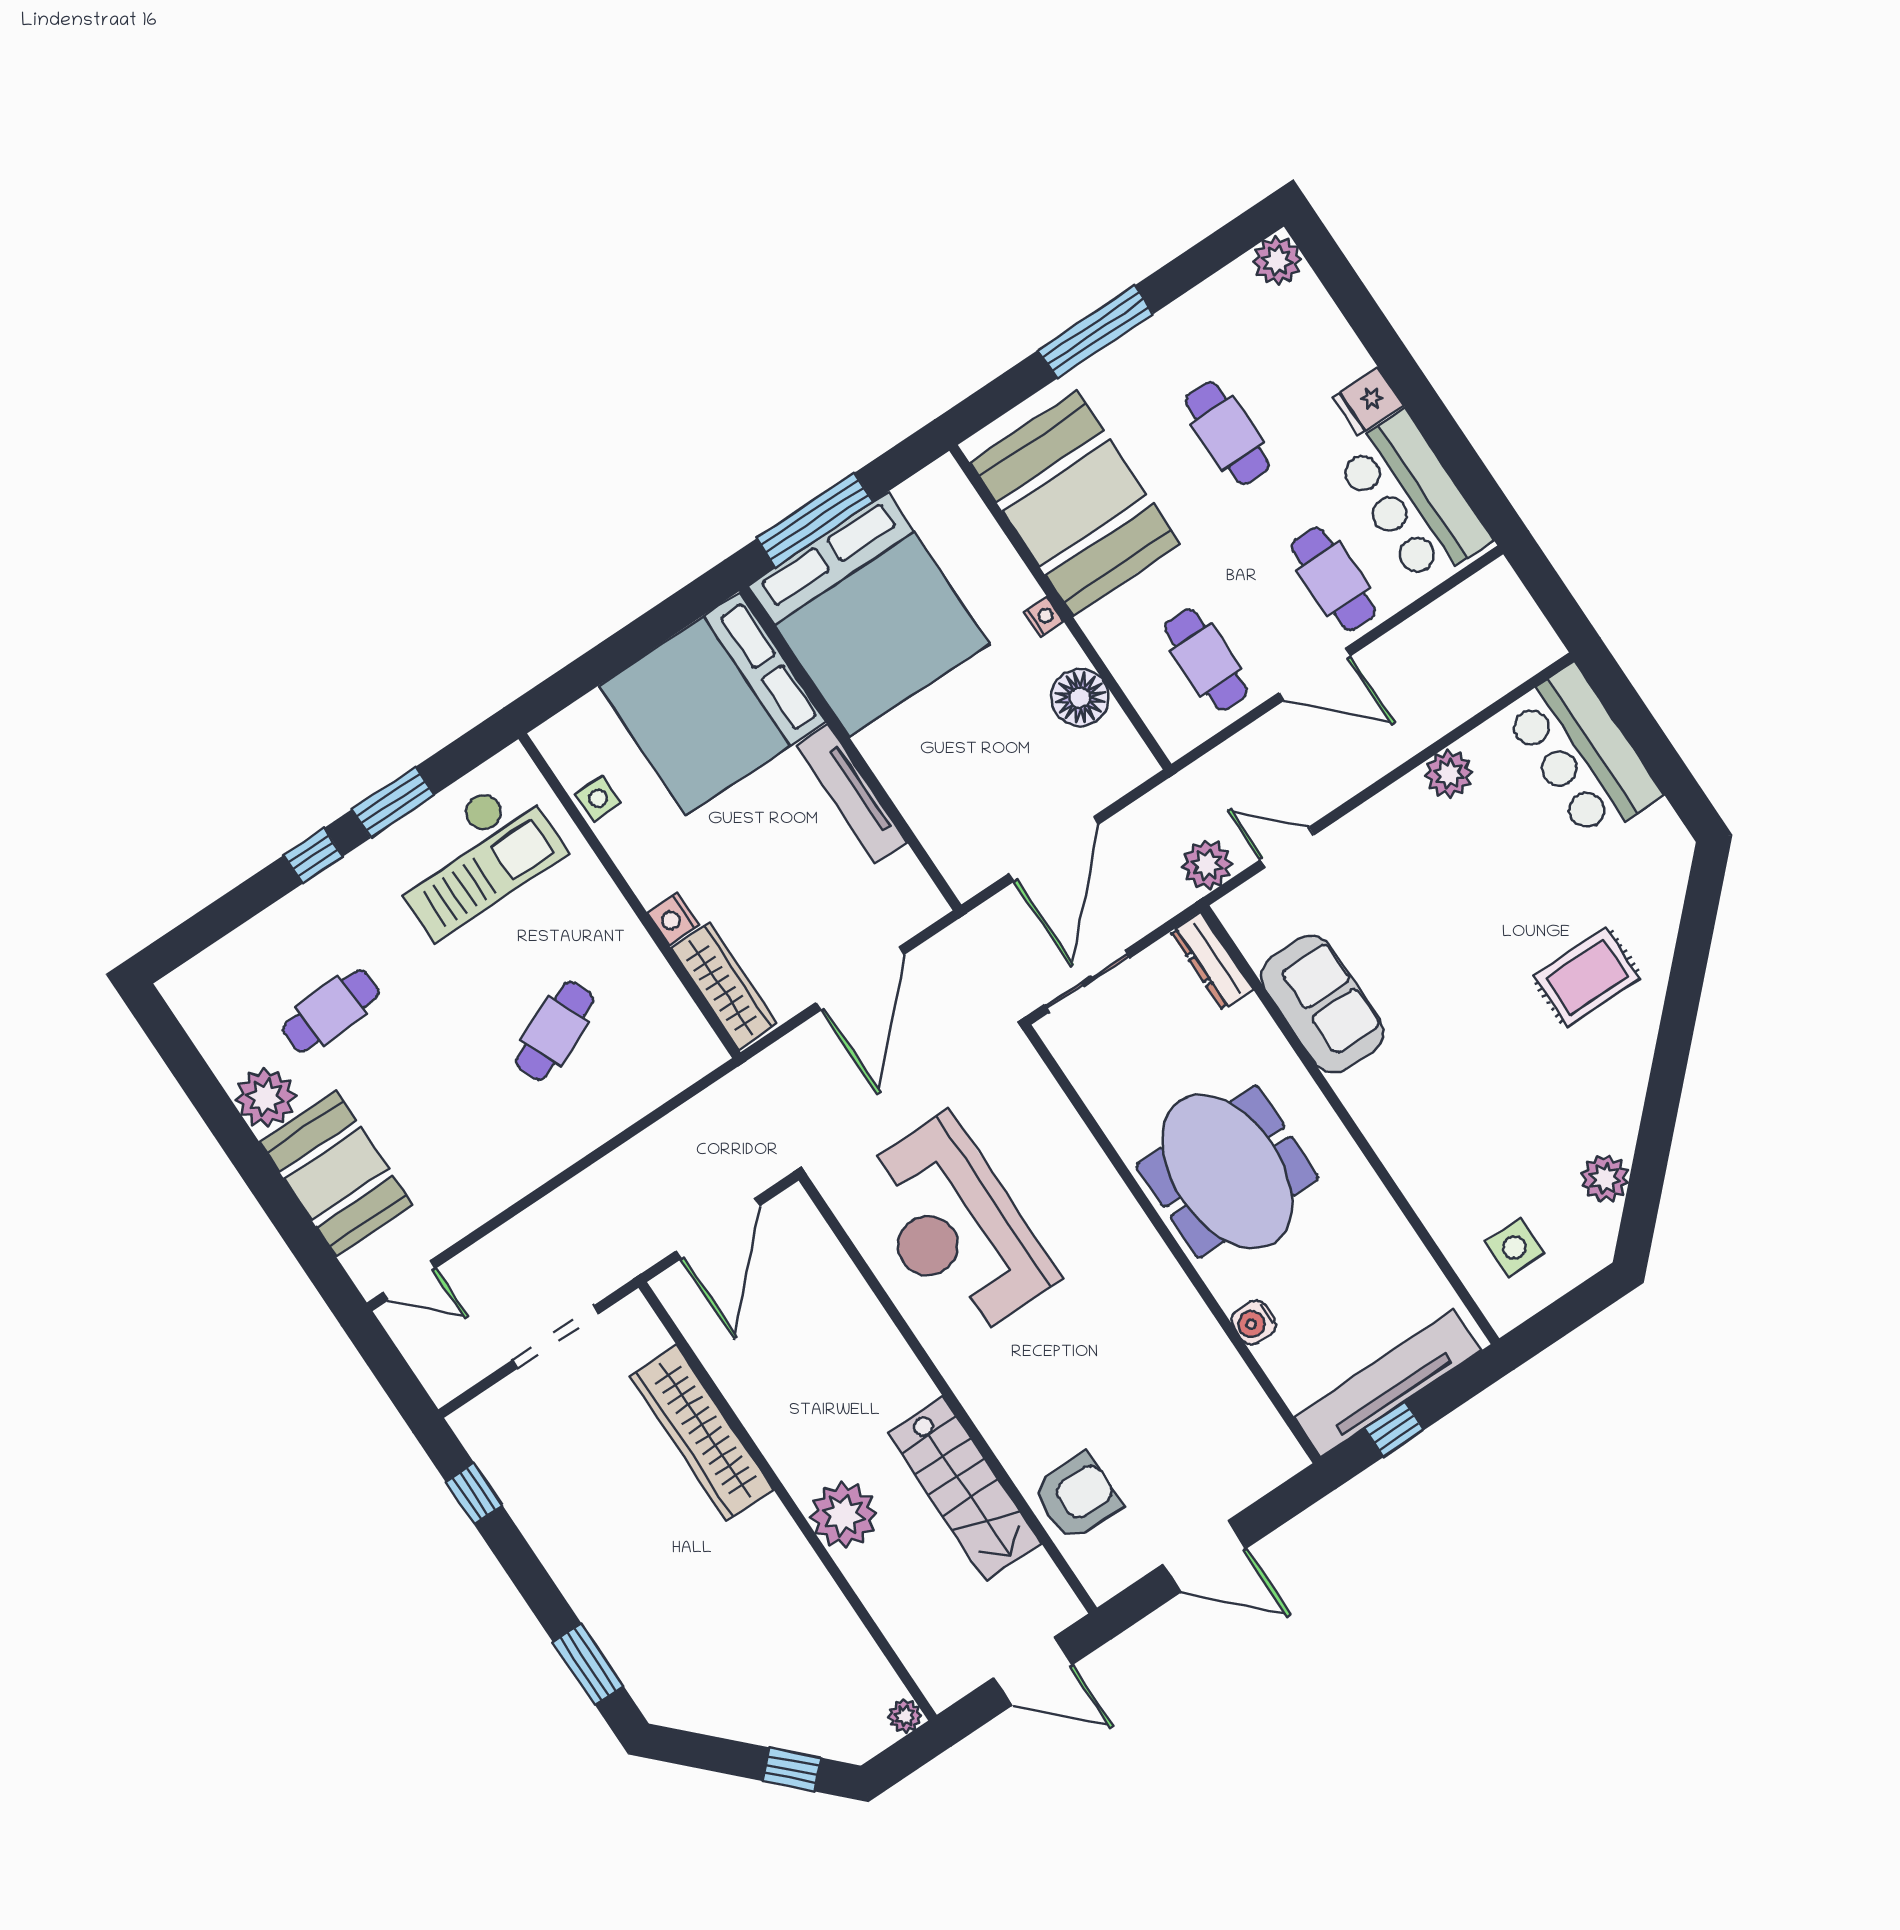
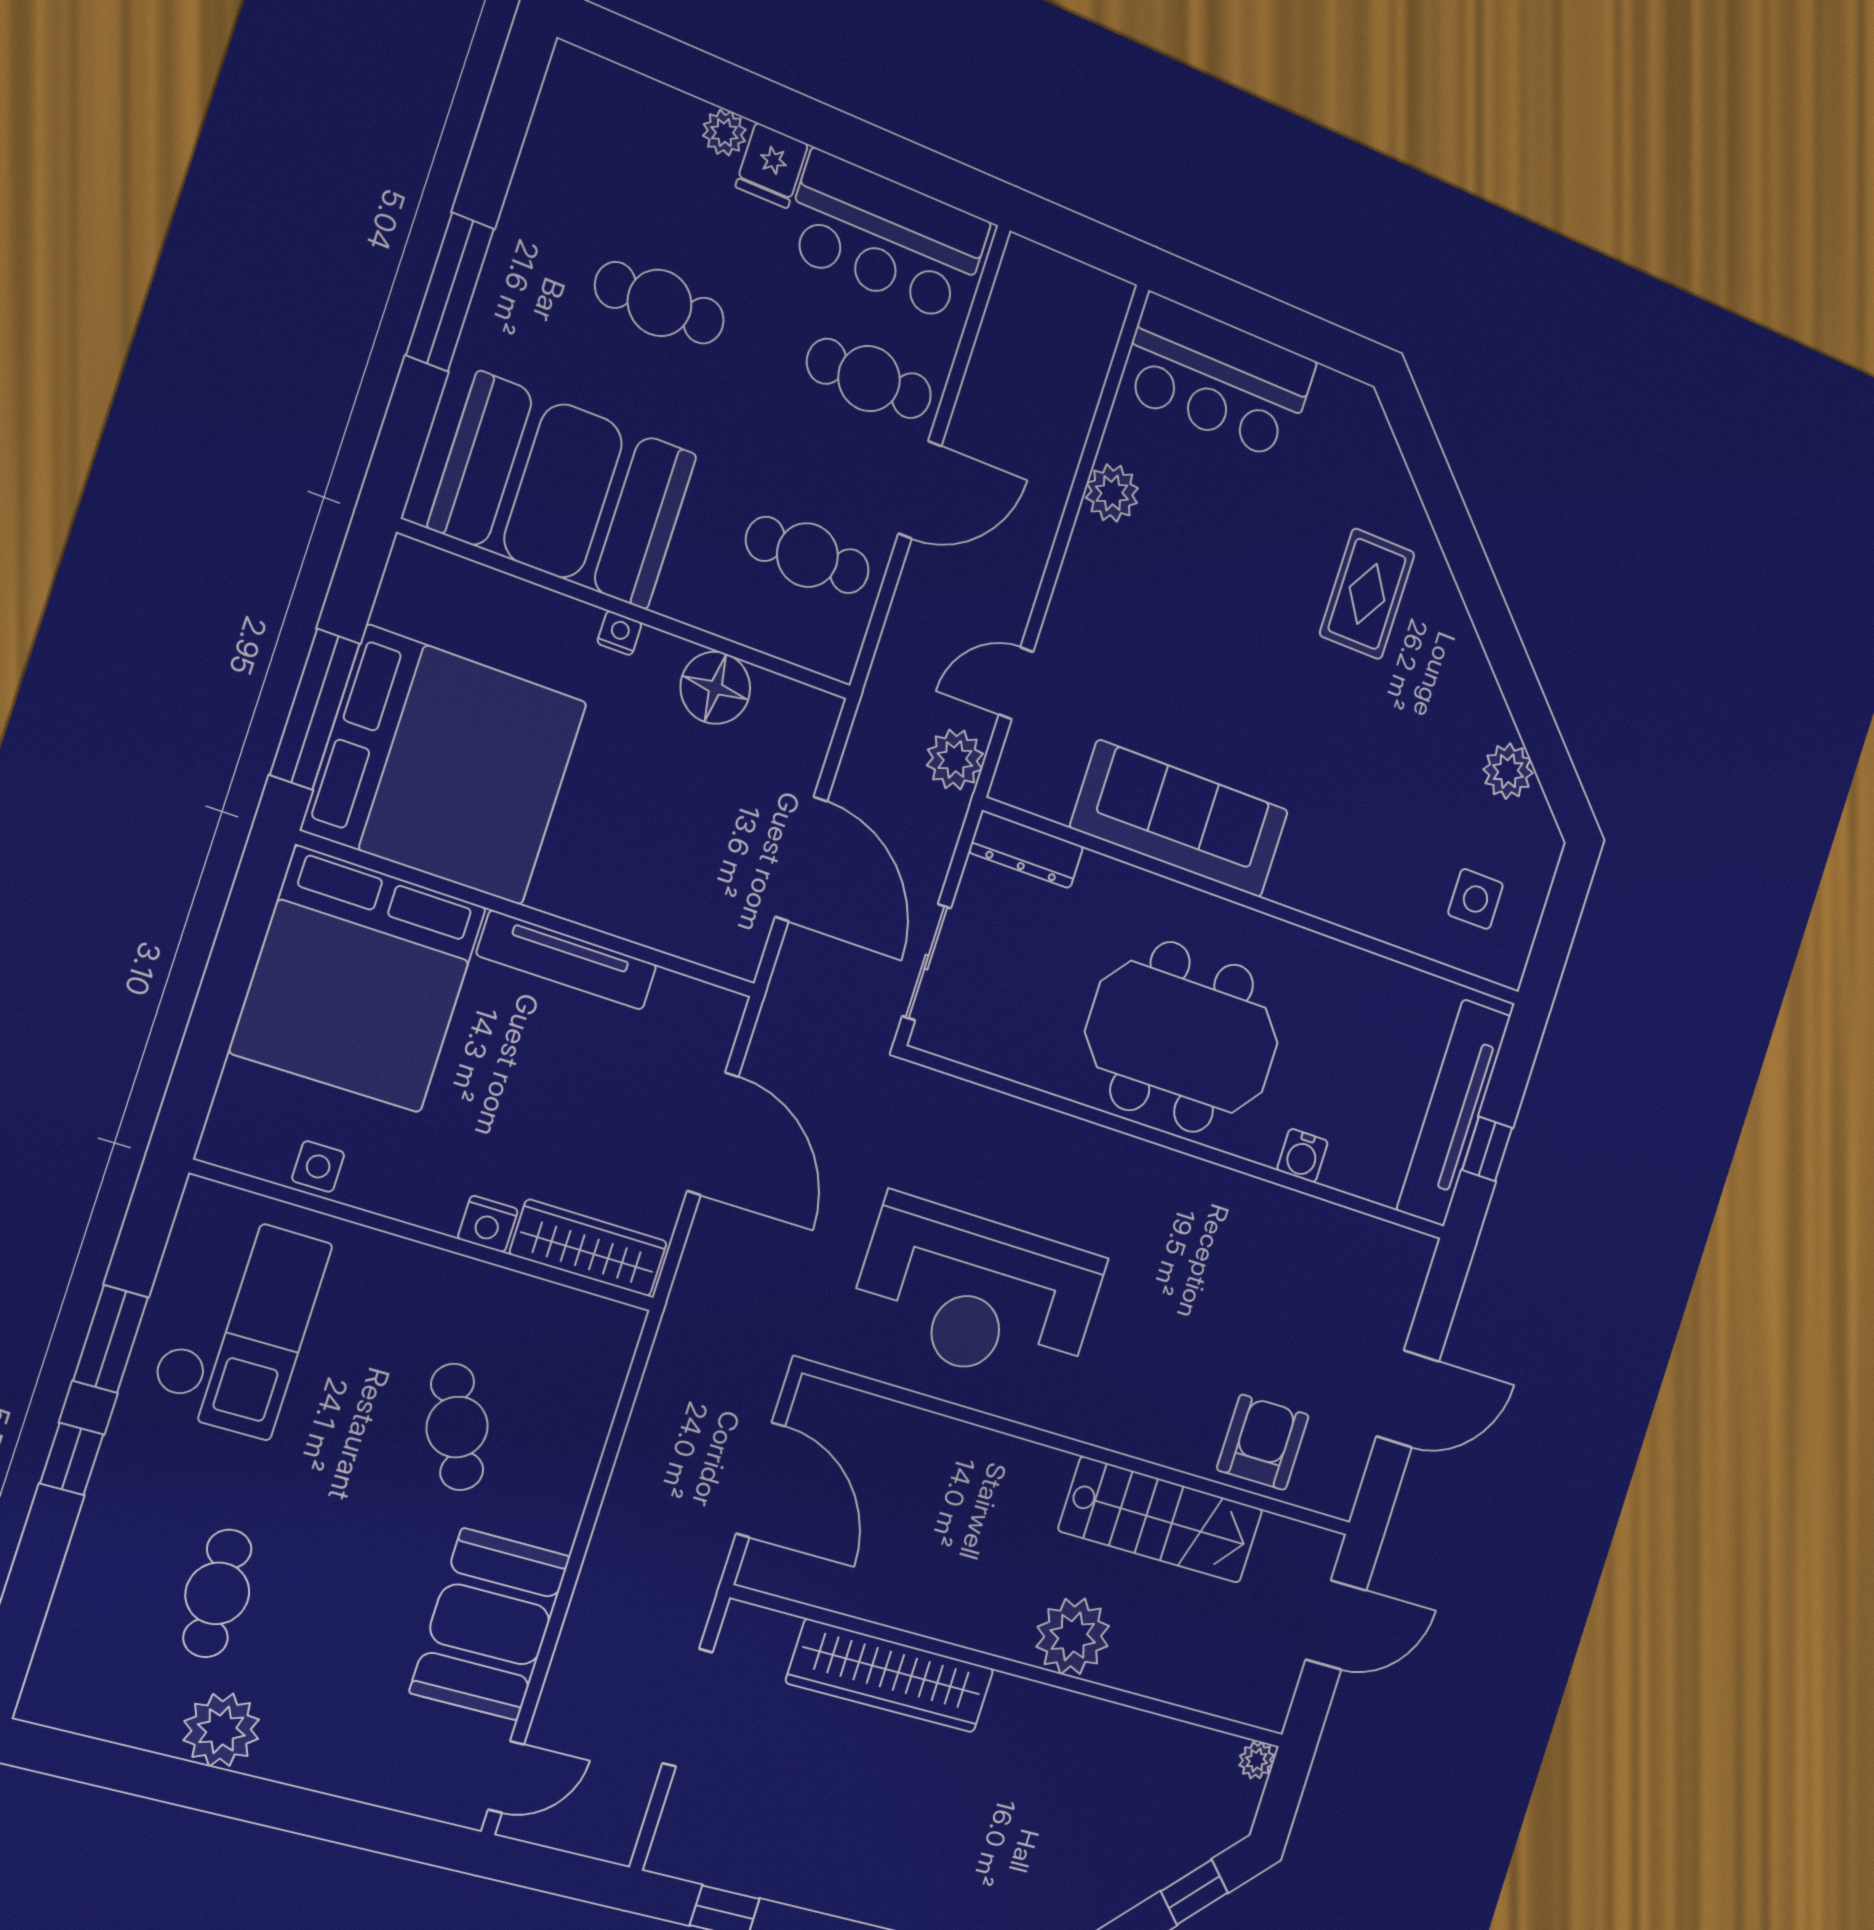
plant: (1277, 261) -> (724, 133), moved, width x0.73, depth x0.73
sofa: (1322, 1004) -> (1180, 819), width x1.36
booth: (336, 1174) -> (490, 1624), moved, turned 90

